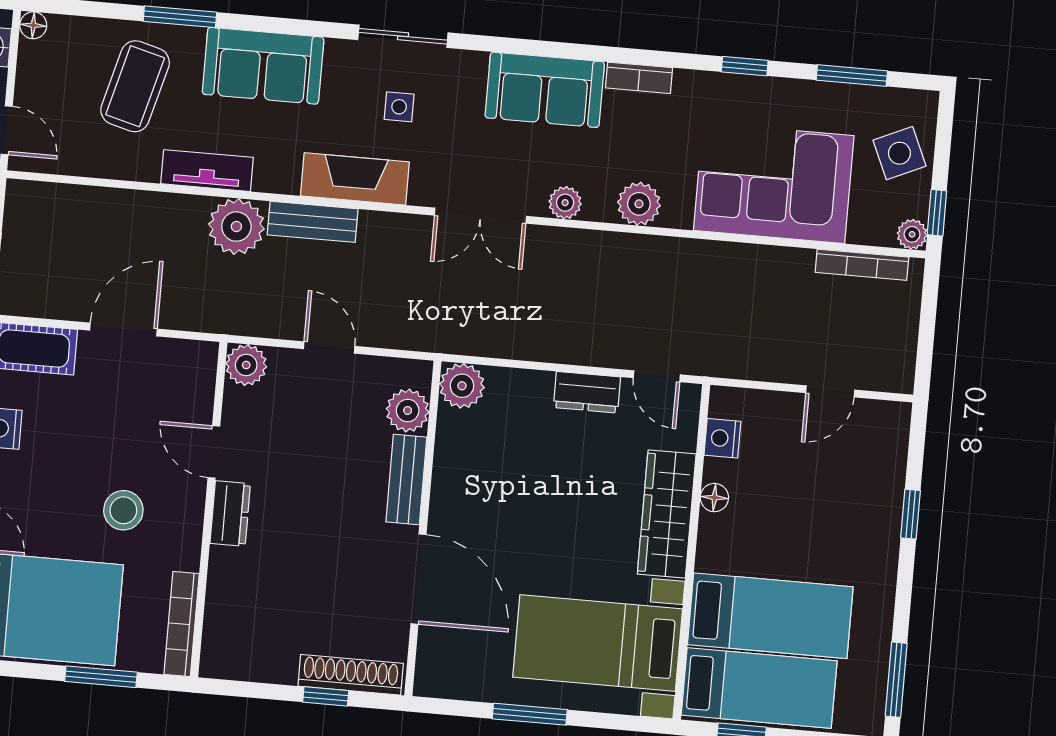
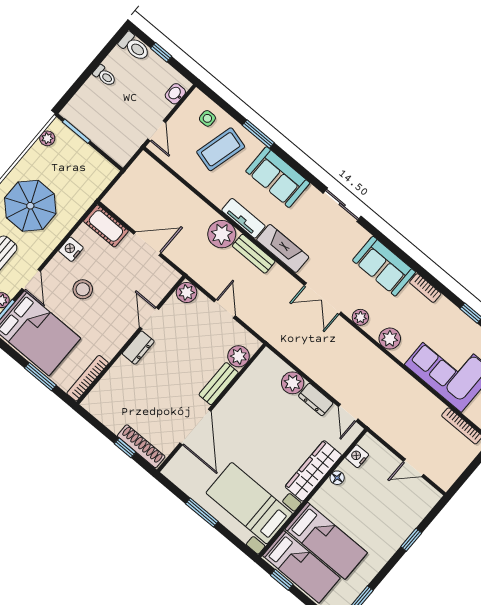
floor lamp: (33, 25) -> (197, 96), removed
side table: (399, 107) -> (207, 118), moved
tv unit: (207, 171) -> (243, 218), moved
plant: (462, 386) -> (293, 383), moved
stool: (123, 510) -> (83, 289), moved

